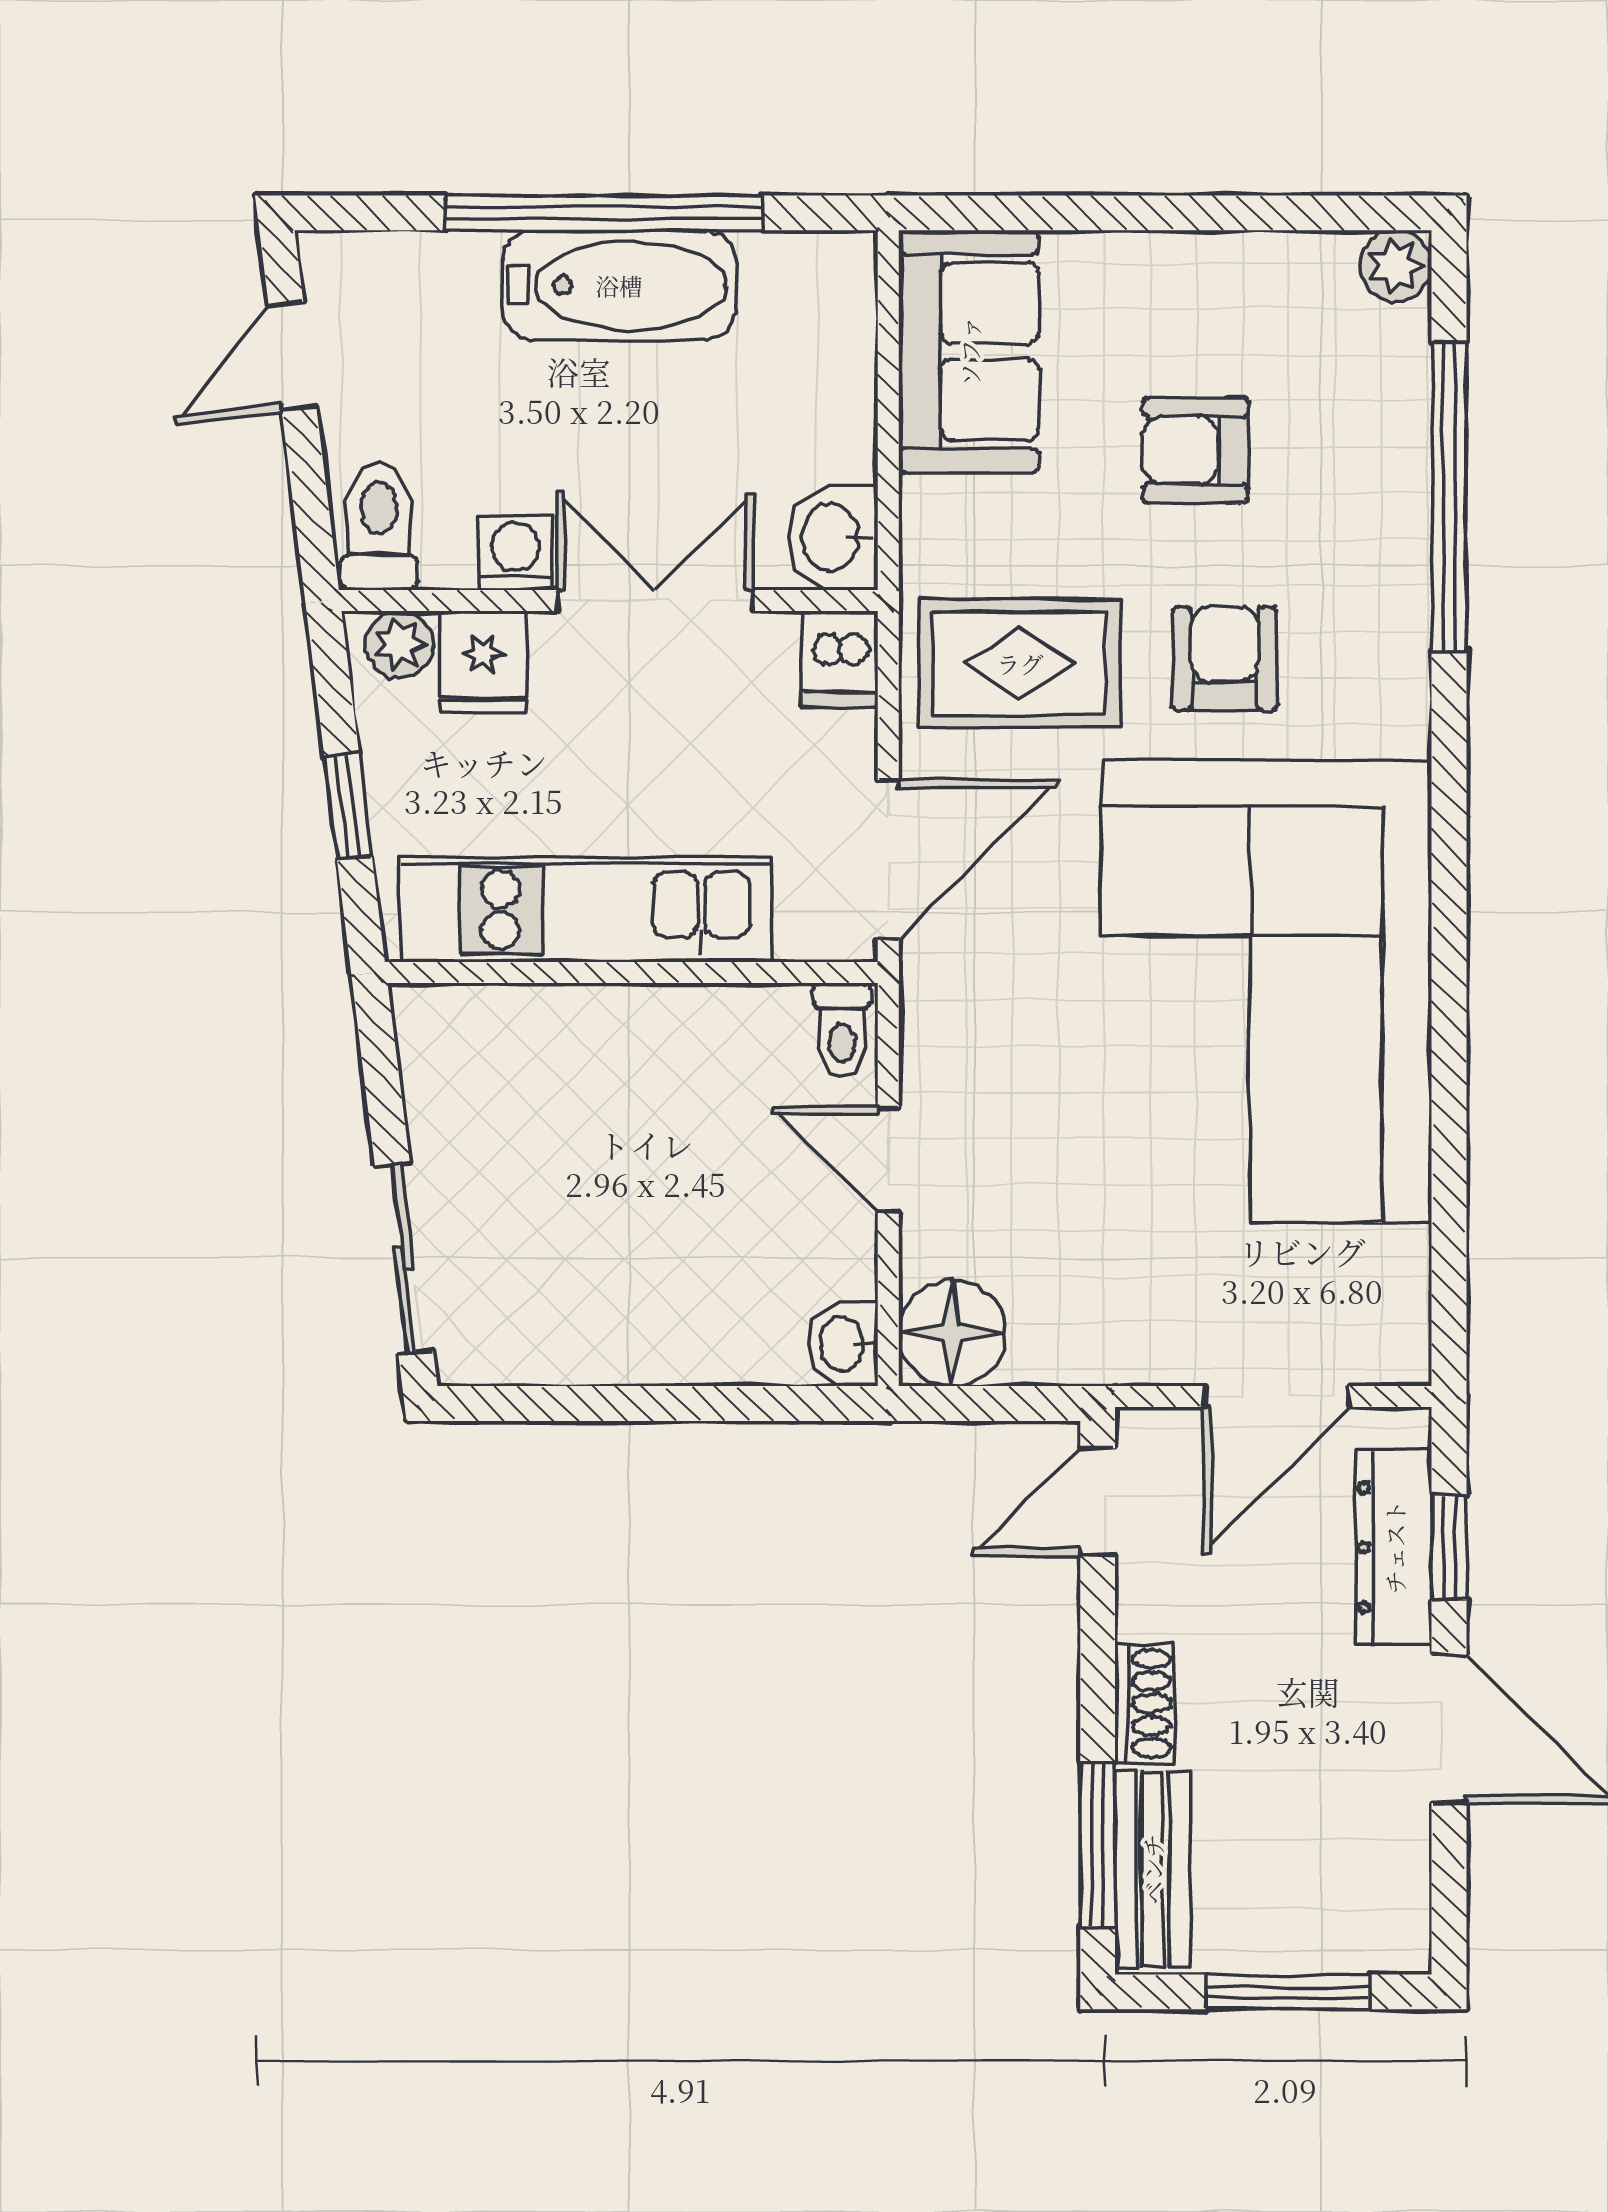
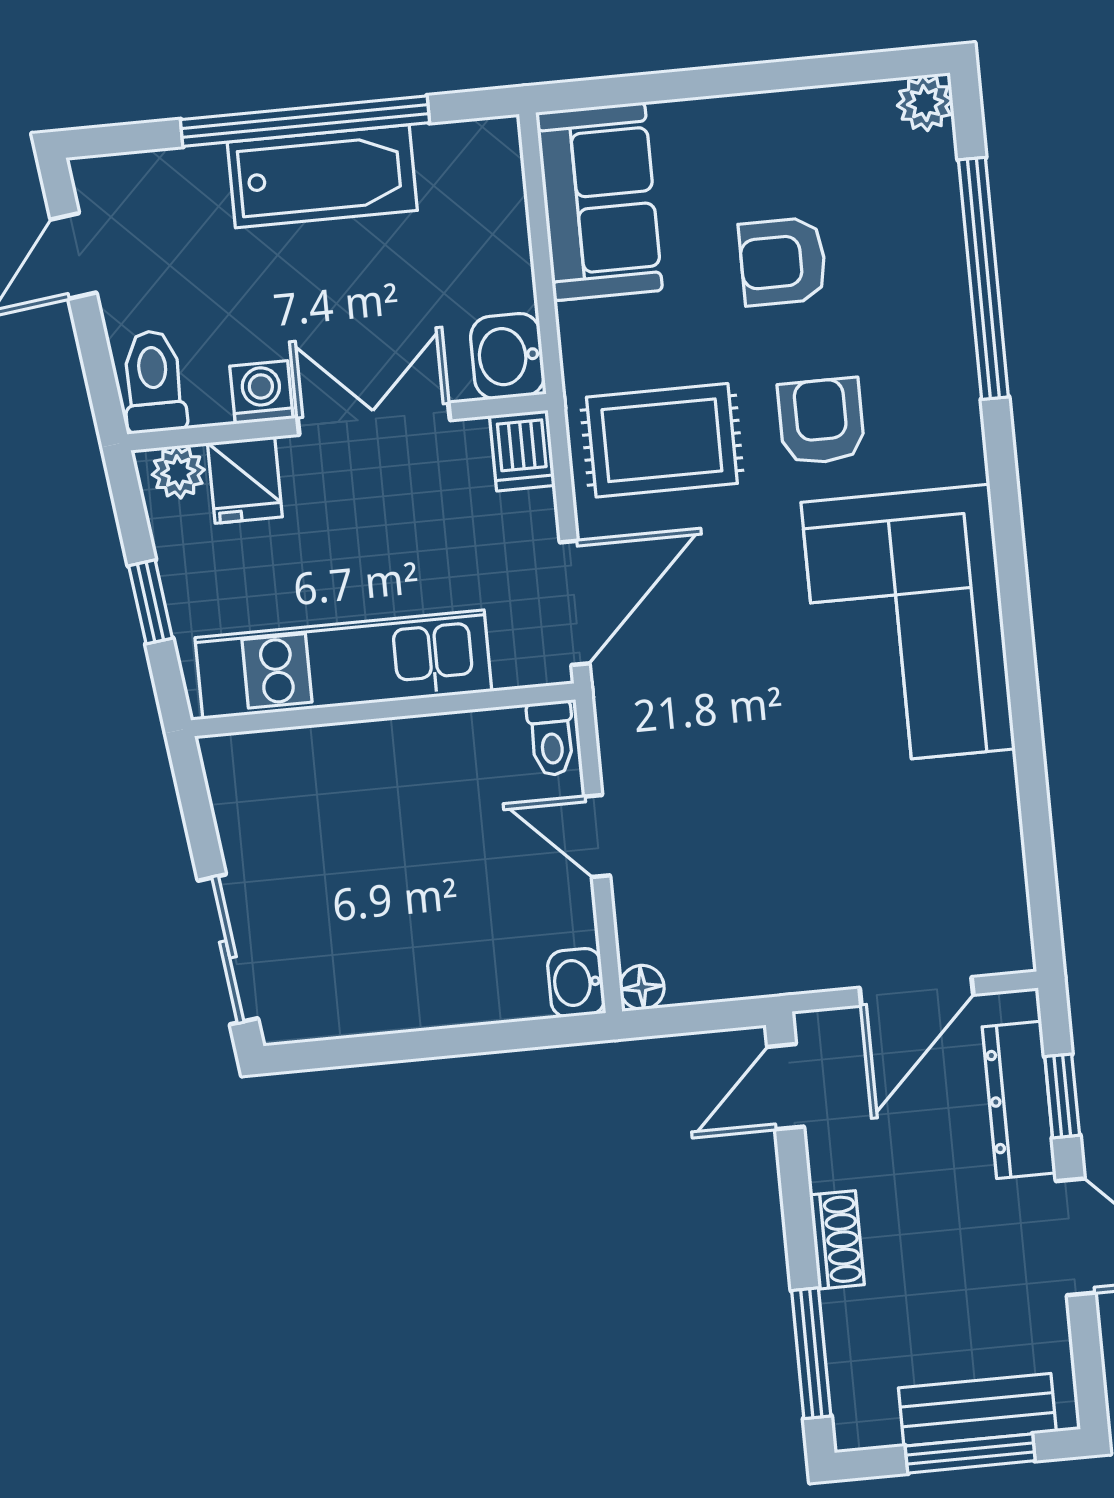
corner sofa: (1267, 991) -> (908, 626), width x0.73, depth x0.74
floor lamp: (952, 1333) -> (642, 987), width x0.53, depth x0.53
bench: (1152, 1869) -> (977, 1410), moved, turned 90

